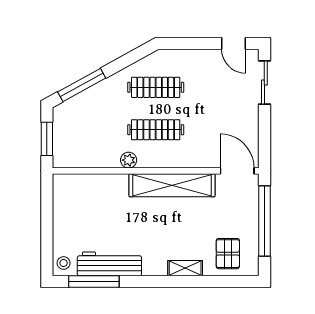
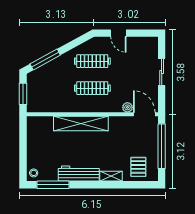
door: (234, 43) -> (118, 33), moved
sliding door: (264, 82) -> (162, 72), moved
plant: (129, 160) -> (127, 107), moved
shelving: (172, 185) -> (81, 123), moved
workbench: (109, 264) -> (79, 173), moved

